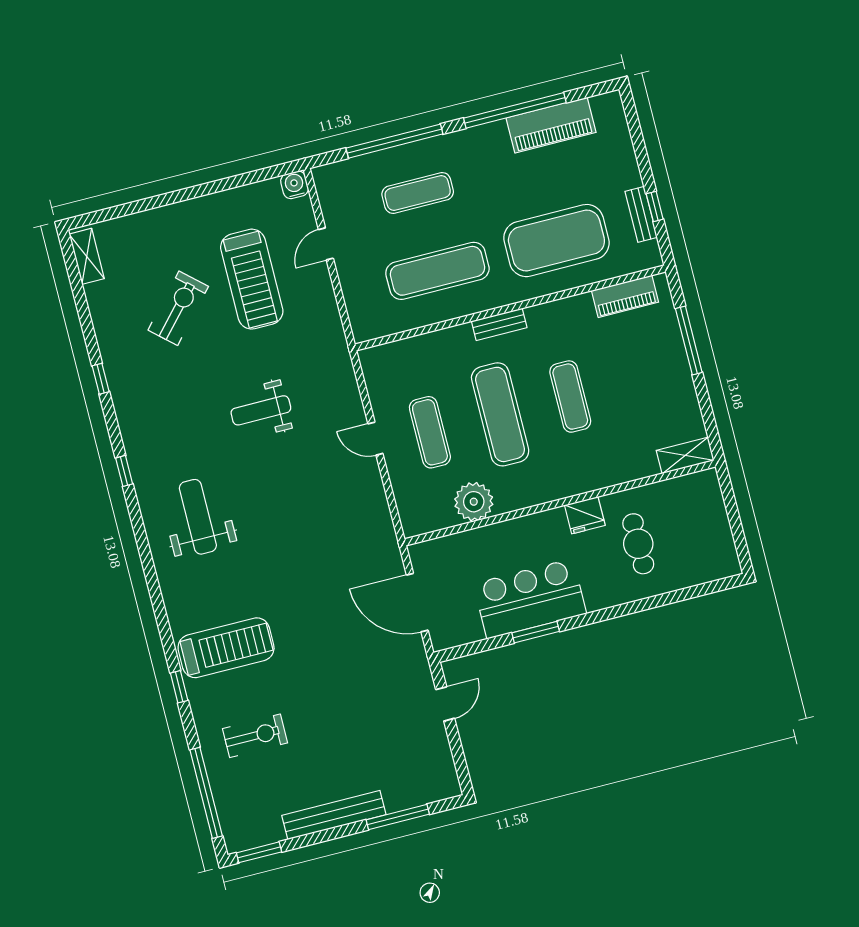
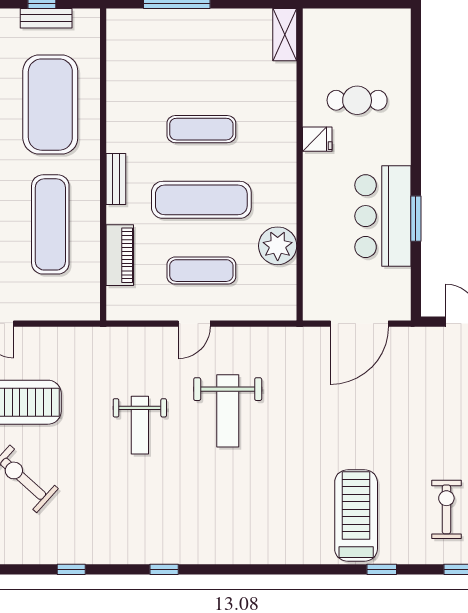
piano: (625, 296) -> (120, 255), moved
fridge: (585, 515) -> (317, 139), width x0.72
weight bench: (198, 517) -> (228, 411), moved, turned -90

